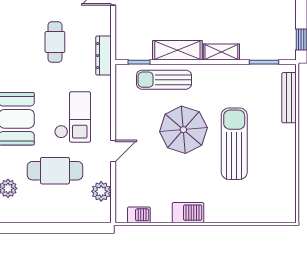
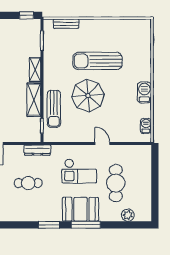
bench: (289, 98) -> (66, 24), width x0.73
checkout: (73, 117) -> (79, 171), turned 180
plant: (101, 191) -> (130, 152), removed

